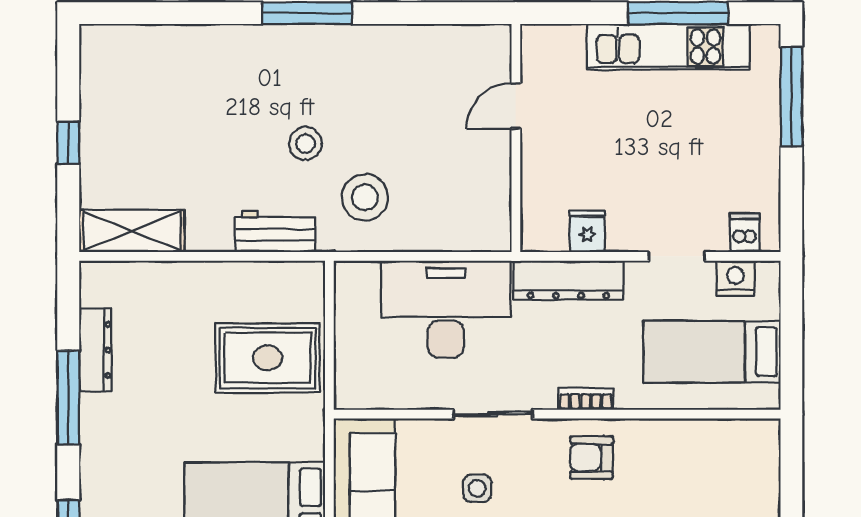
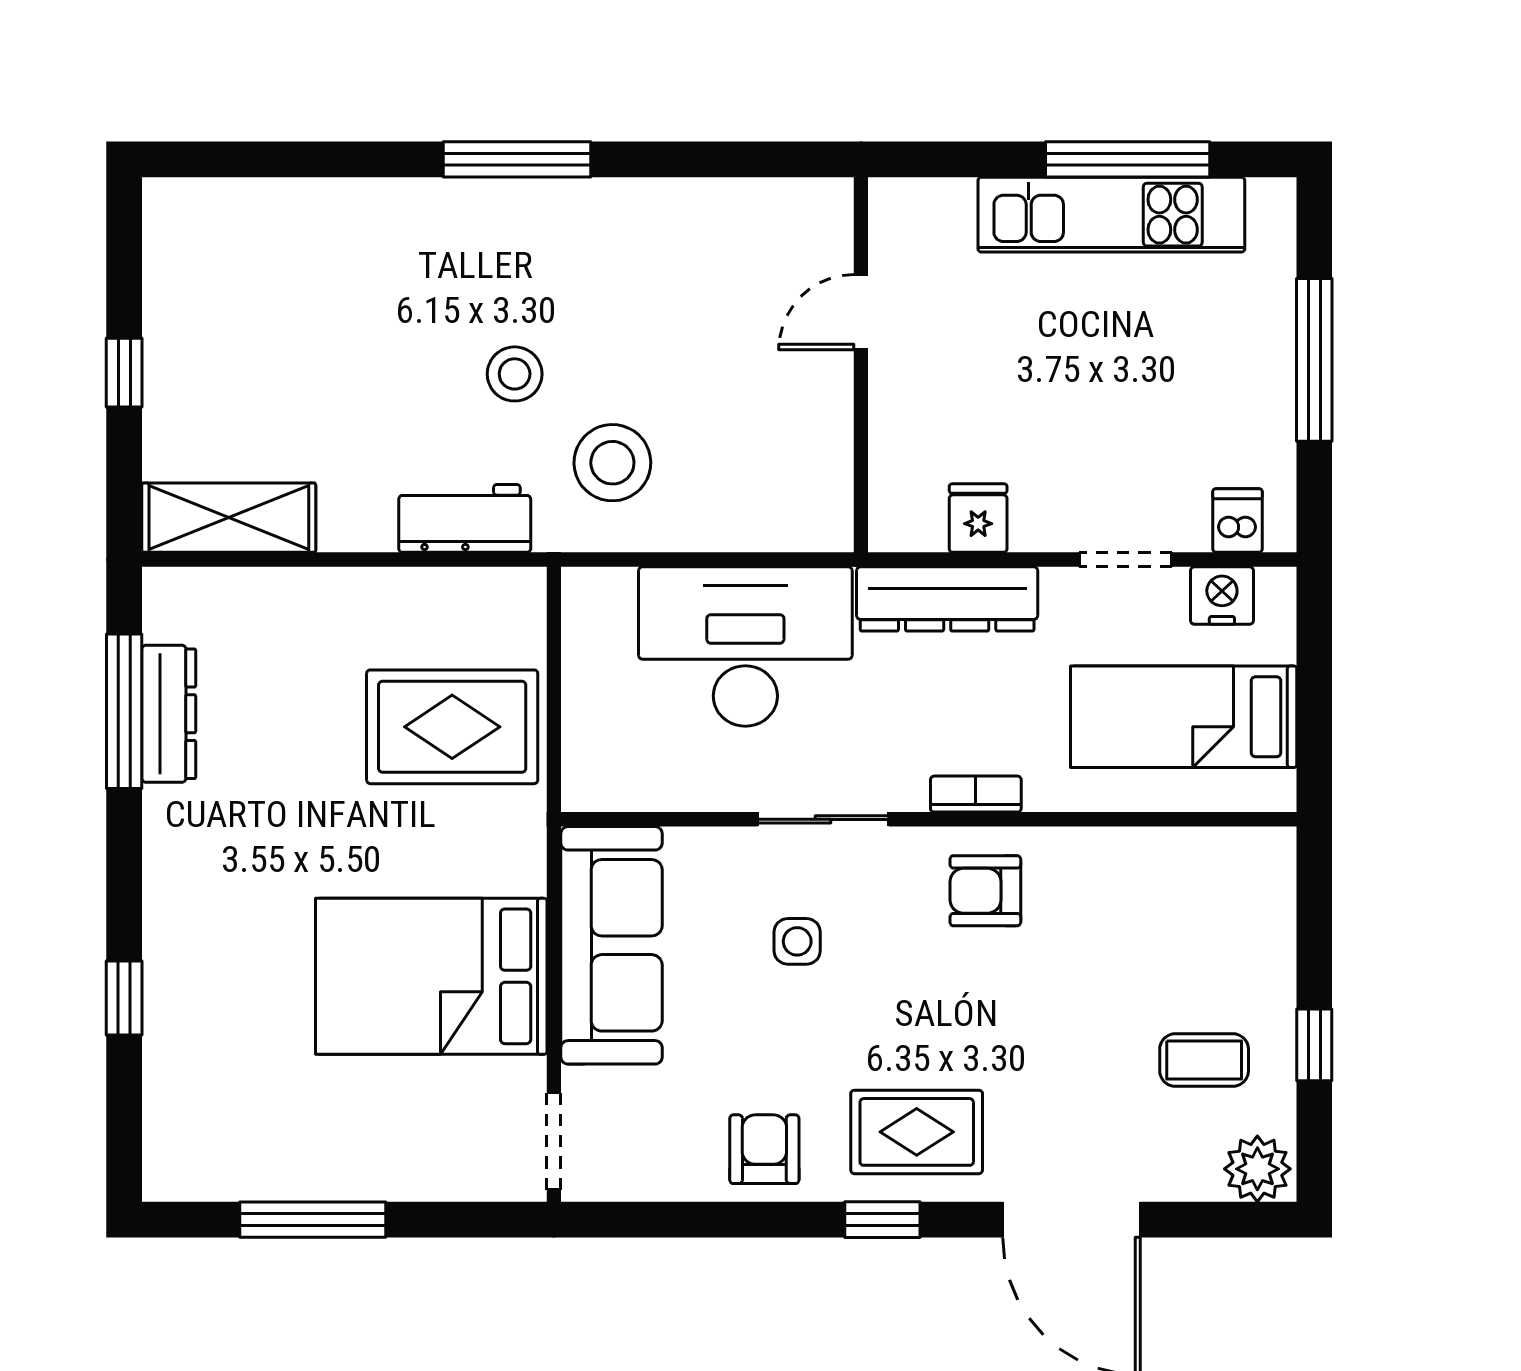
window: (791, 97) -> (1314, 360), moved
window: (68, 398) -> (124, 711), moved

